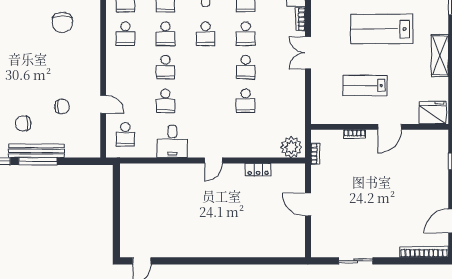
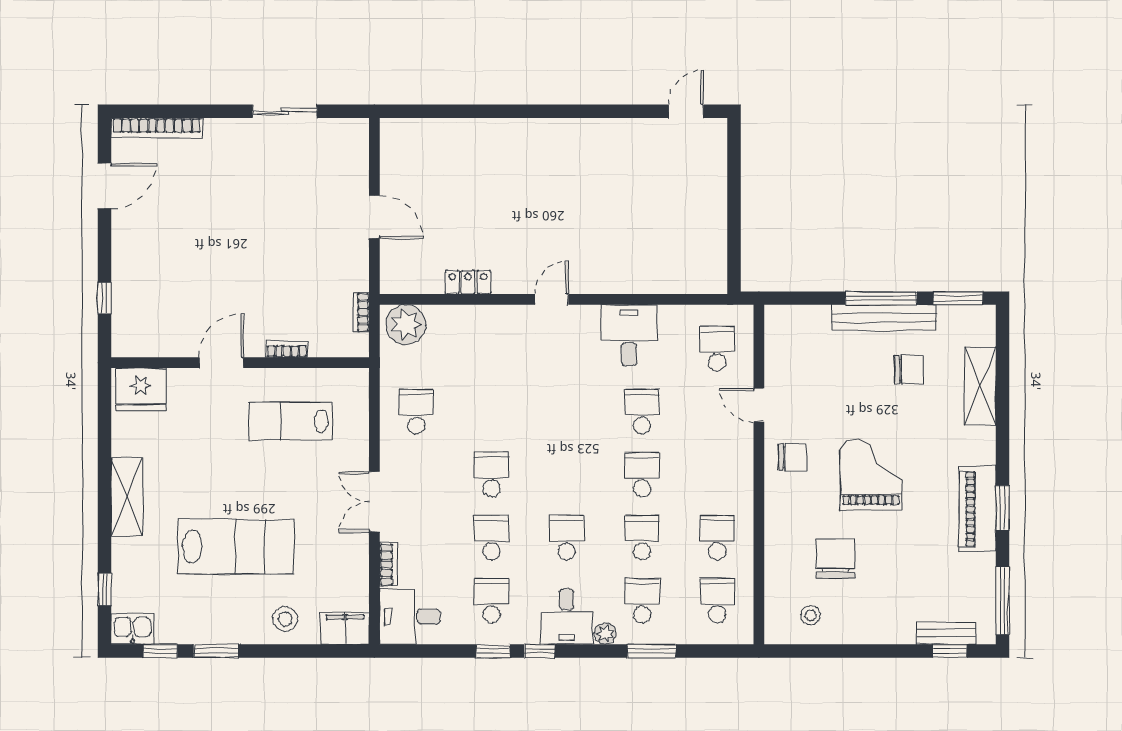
double door: (308, 53) -> (374, 502), swing flipped
grand piano: (43, 67) -> (871, 474), added
lab bench: (365, 85) -> (290, 421), moved, turned 180
school desk: (246, 101) -> (416, 412), moved
chair: (62, 106) -> (792, 457), moved, turned 180

